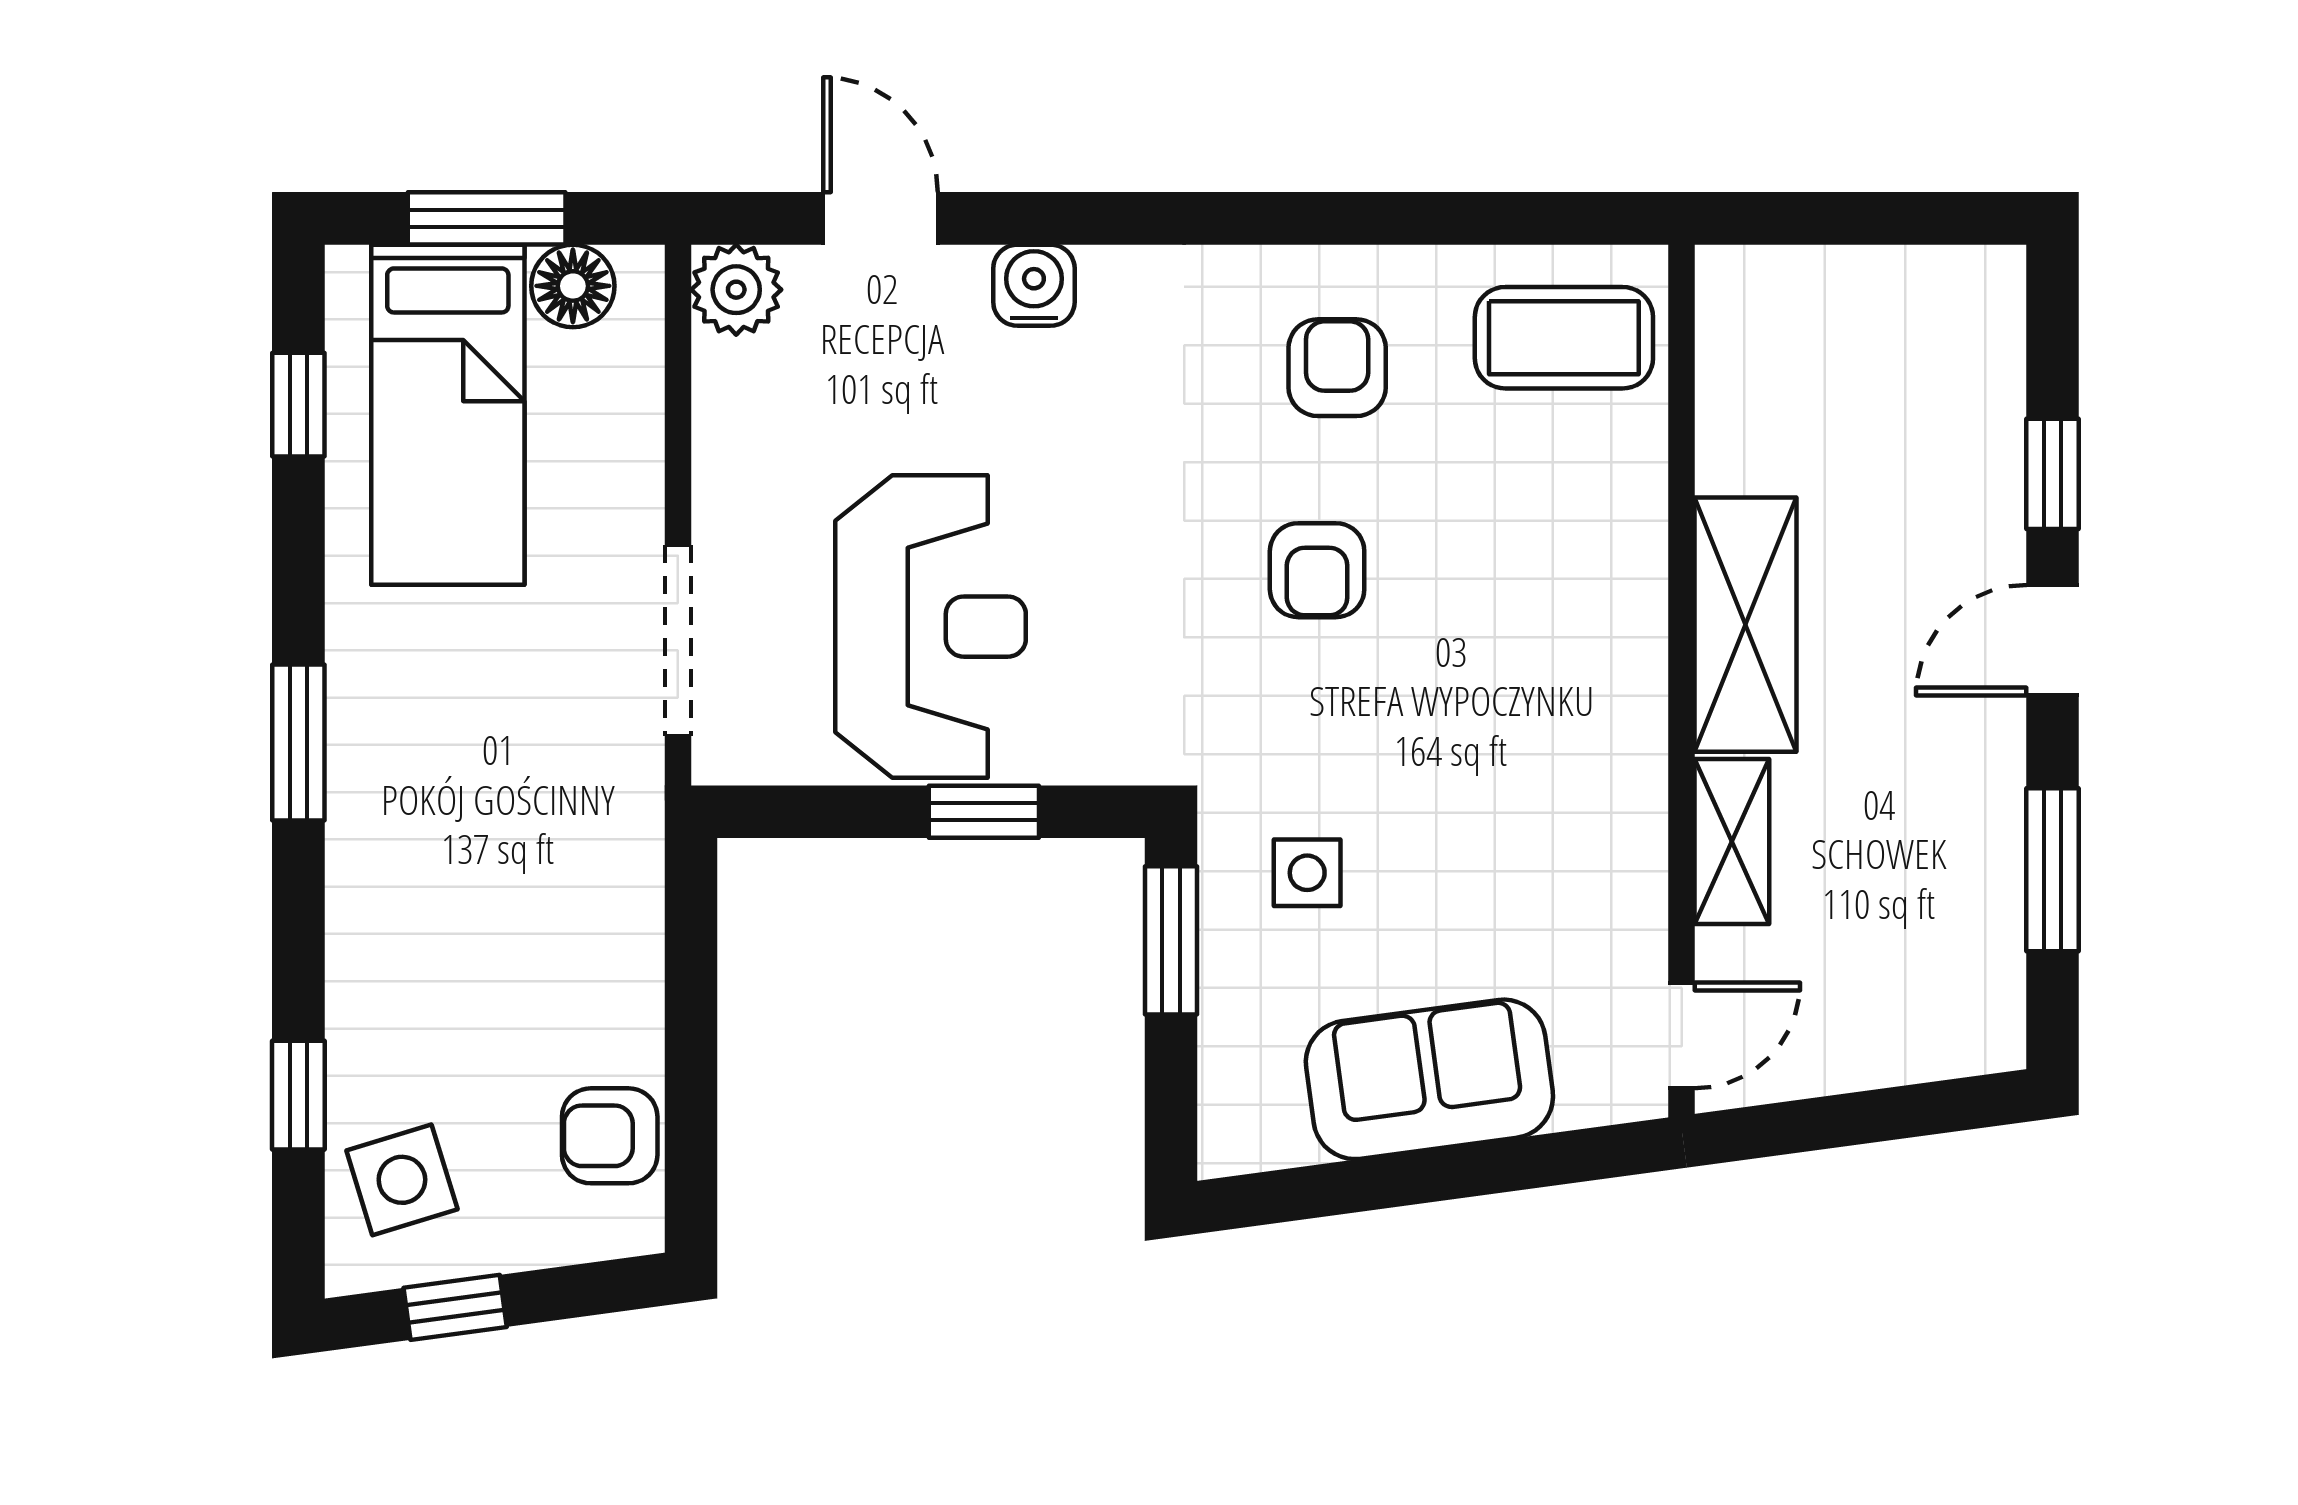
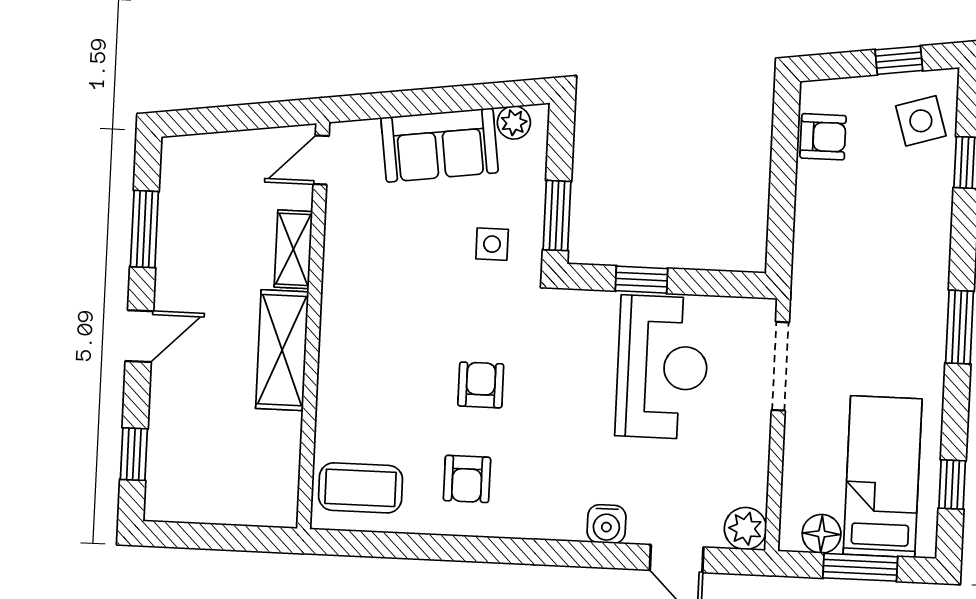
window: (2052, 474) -> (134, 454), moved
reception desk: (931, 627) -> (662, 367), turned 180
plant: (1273, 1135) -> (514, 123), added

